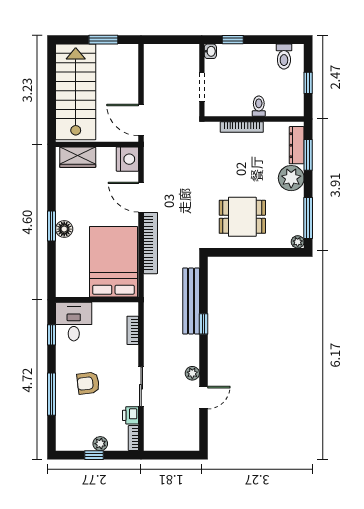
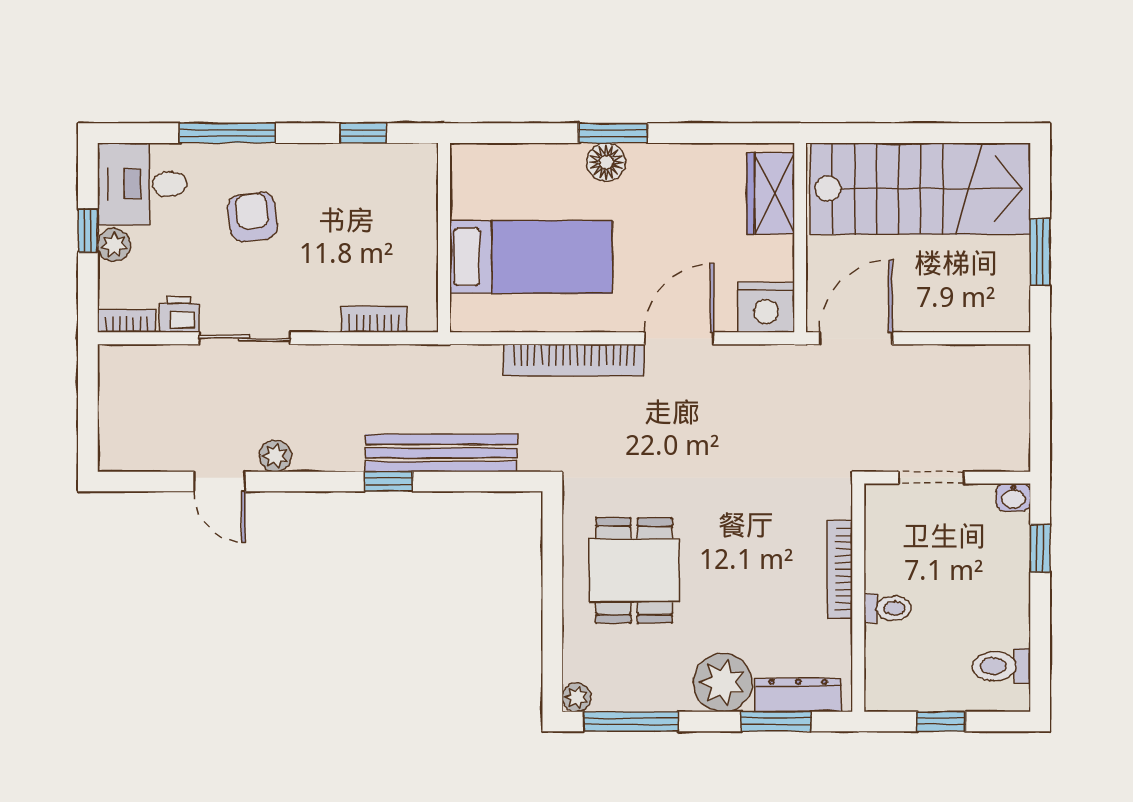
bed: (113, 262) -> (531, 257), width x0.67
desk: (74, 322) -> (142, 184), moved, turned 180

